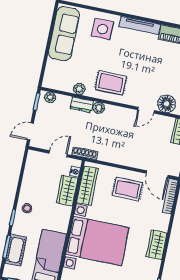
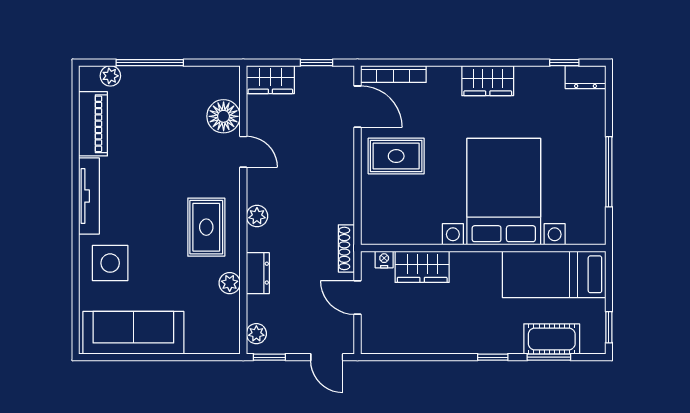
plant: (99, 108) -> (257, 216), moved
door: (157, 174) -> (357, 107), hinge flipped
wardrobe: (87, 185) -> (405, 231), removed
rug: (127, 189) -> (396, 156), turned 90
stool: (27, 208) -> (470, 334), removed

